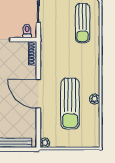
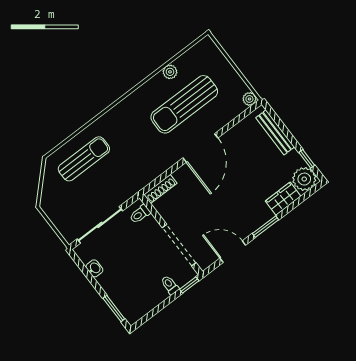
plant: (95, 99) -> (170, 72), moved
sun lounger: (70, 104) -> (184, 104), turned 180

